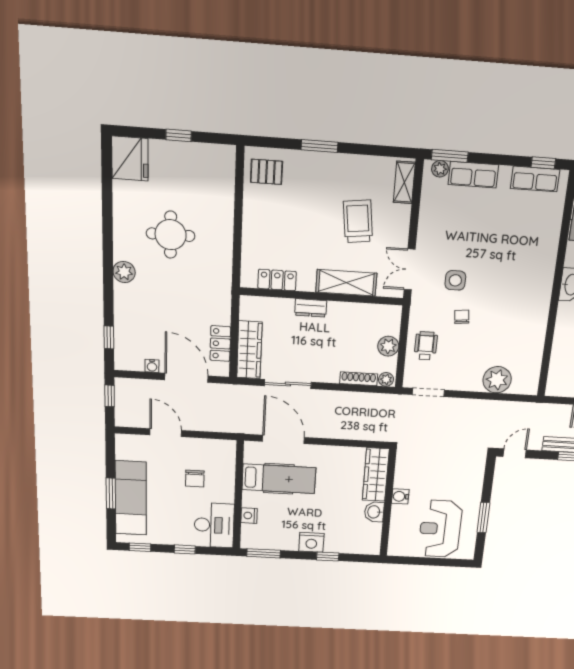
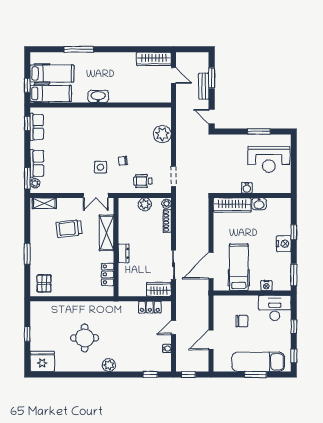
wardrobe: (249, 350) -> (159, 289), width x0.67
door: (186, 378) -> (173, 327), width x0.53

